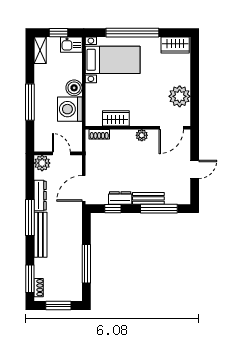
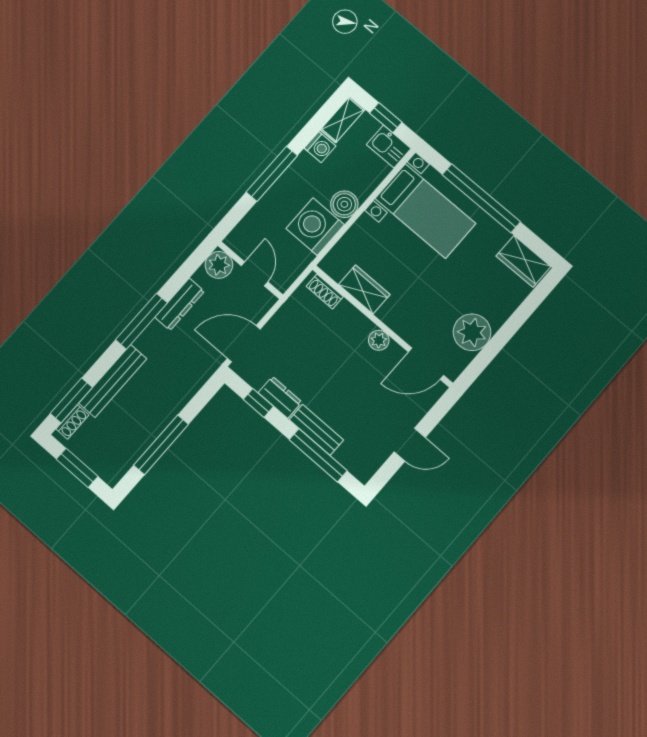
washing machine: (41, 71) -> (320, 147), added
bench: (41, 235) -> (113, 381), moved

